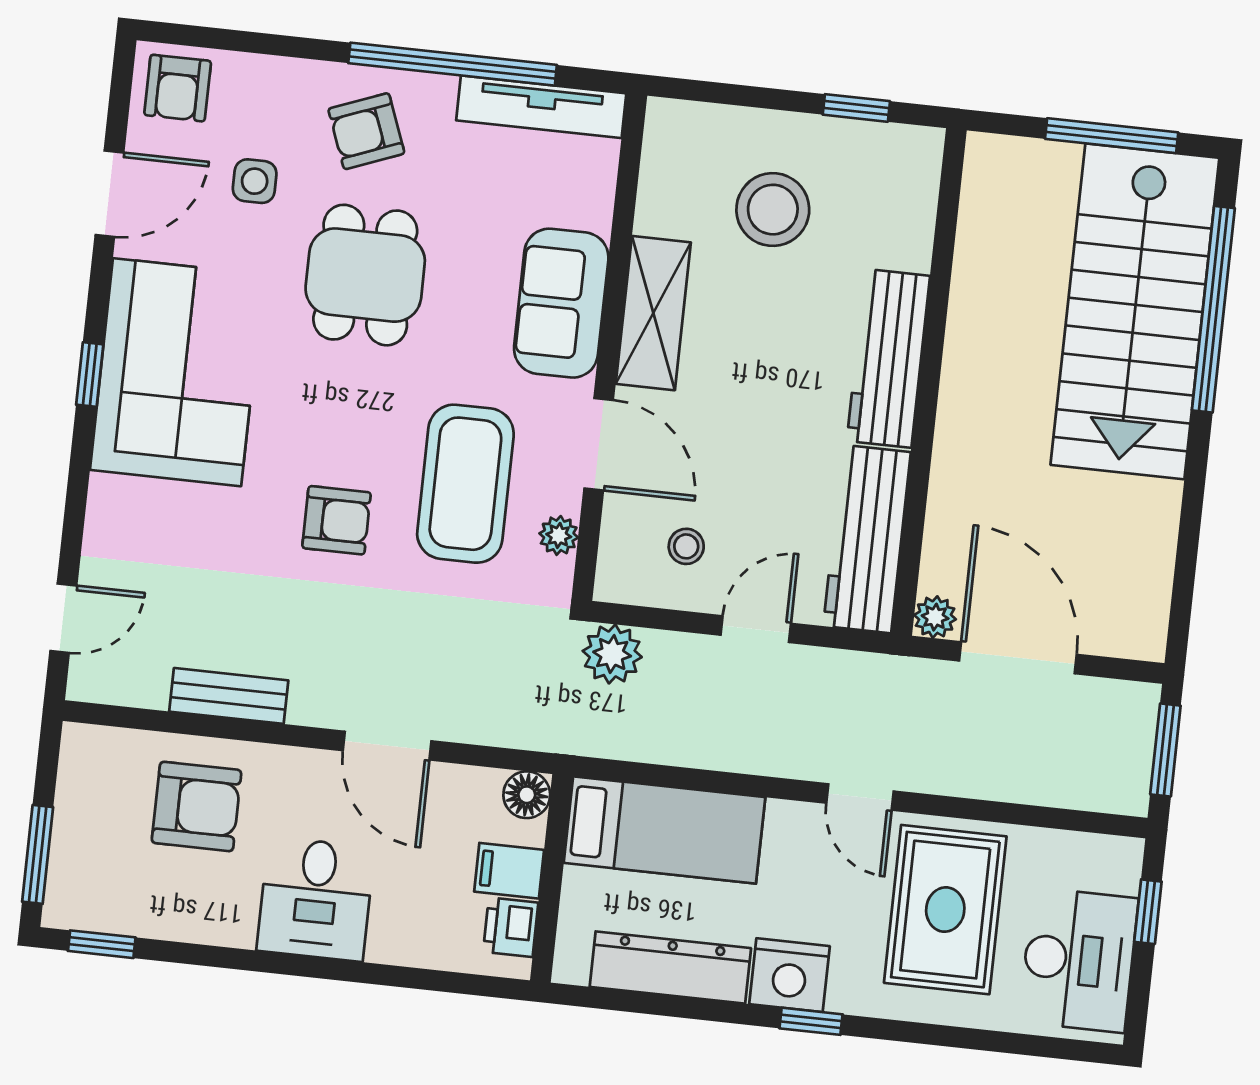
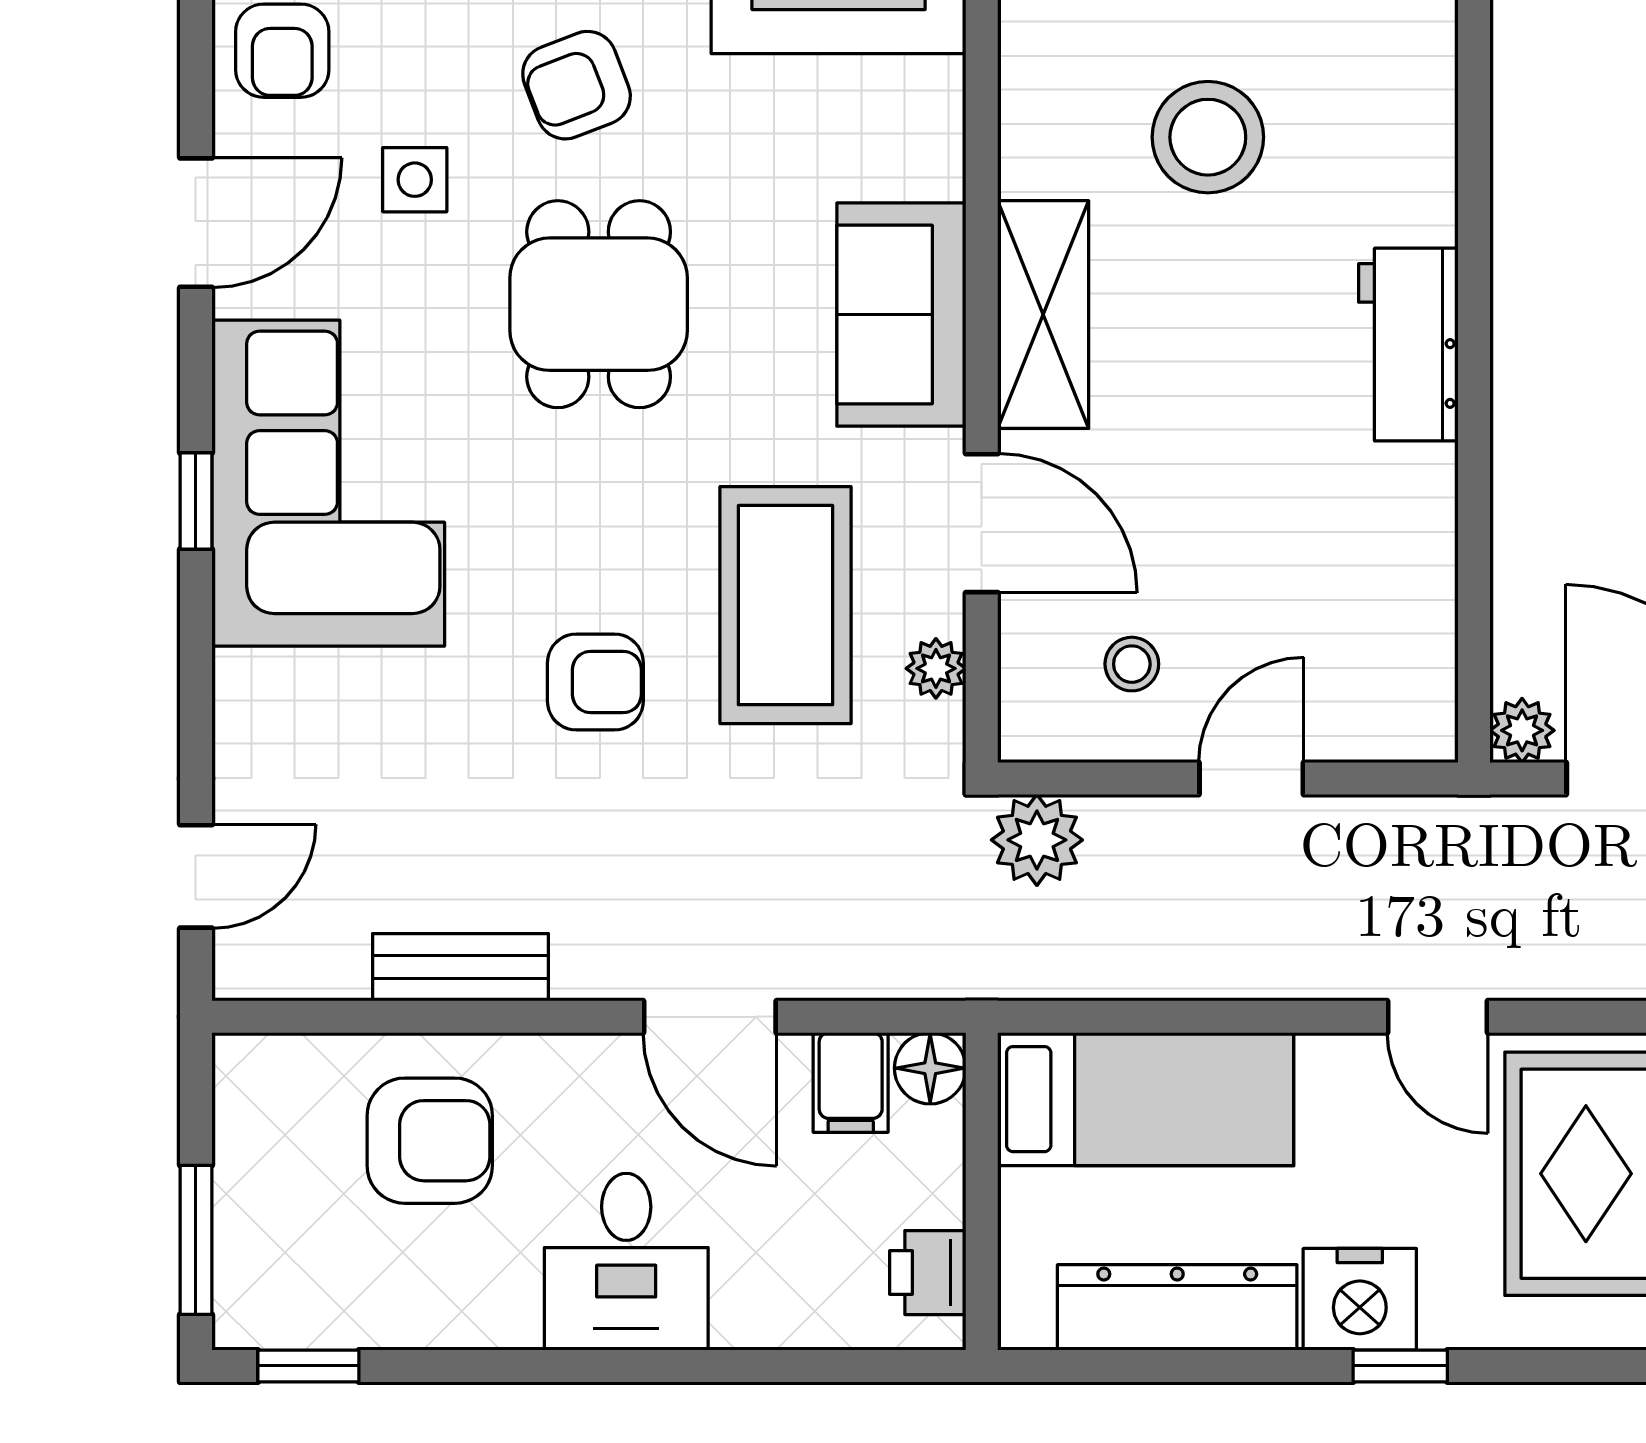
workbench: (888, 358) -> (1408, 345), width x0.73
workbench: (867, 539) -> (1406, 623), removed
filing cabinet: (509, 871) -> (851, 1082), moved, turned -90

